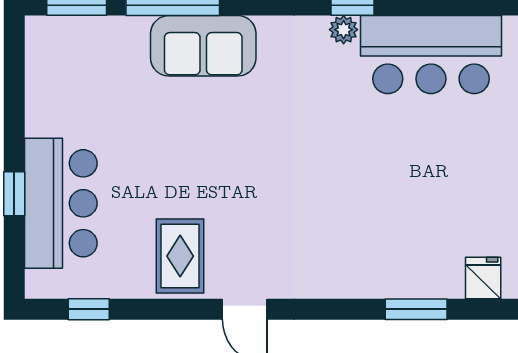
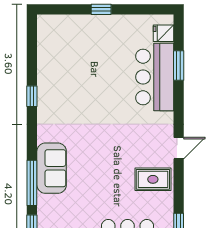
plant: (344, 30) -> (44, 101), removed
bar counter: (431, 55) -> (155, 77), moved, turned 180

